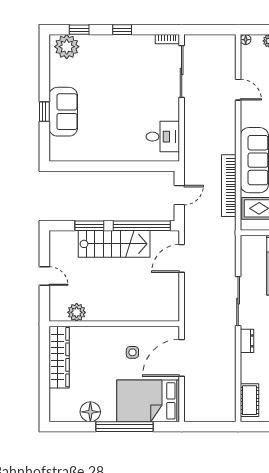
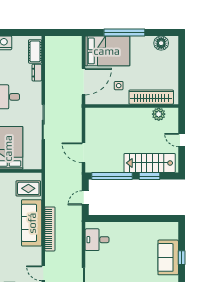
bookcase: (229, 186) -> (50, 229), moved
stairs: (114, 244) -> (150, 163), moved
door: (182, 258) -> (84, 153), swing flipped
dresser: (247, 341) -> (37, 73), moved
wardrobe: (59, 357) -> (151, 97), moved, turned 90
floor lamp: (90, 412) -> (161, 43), moved

